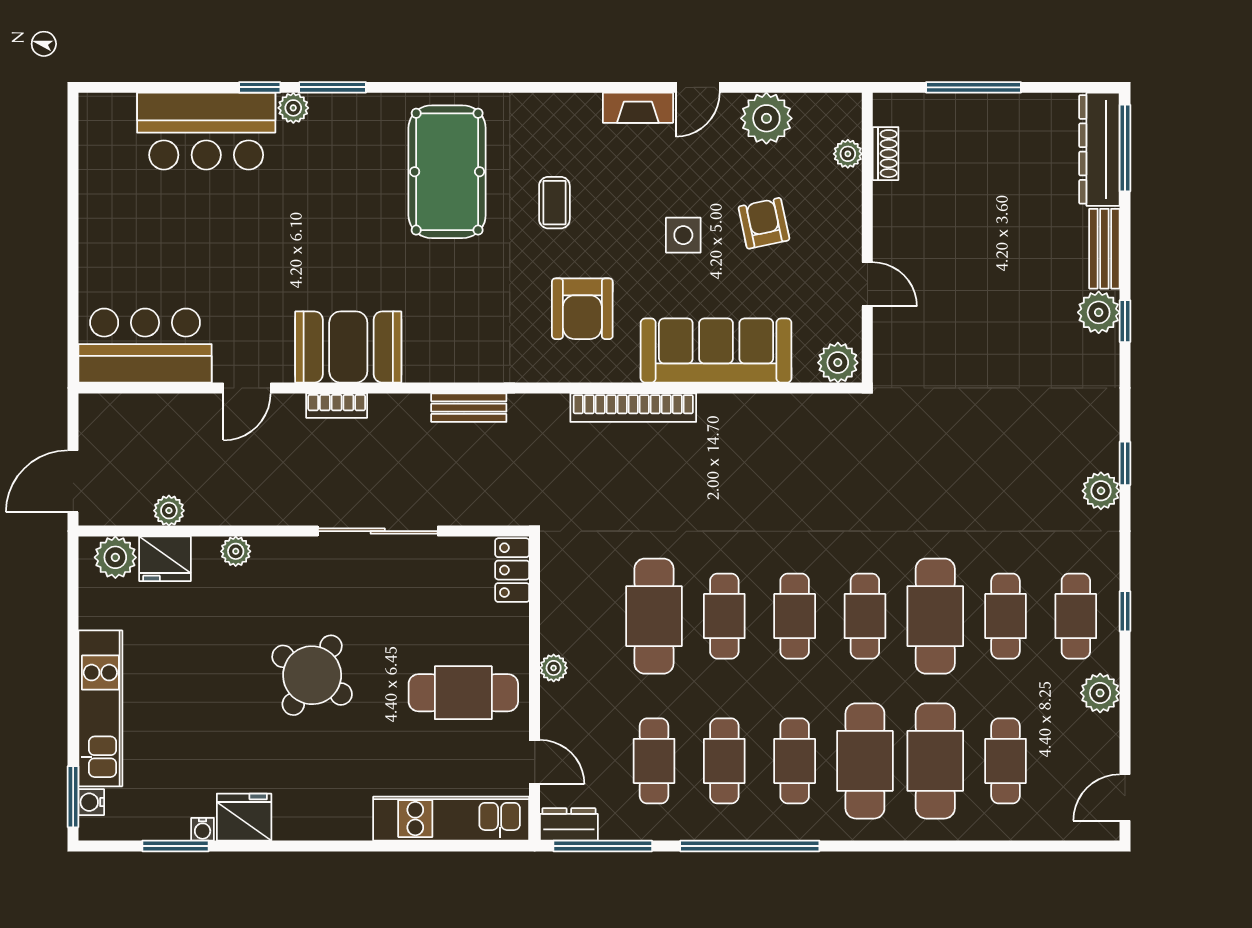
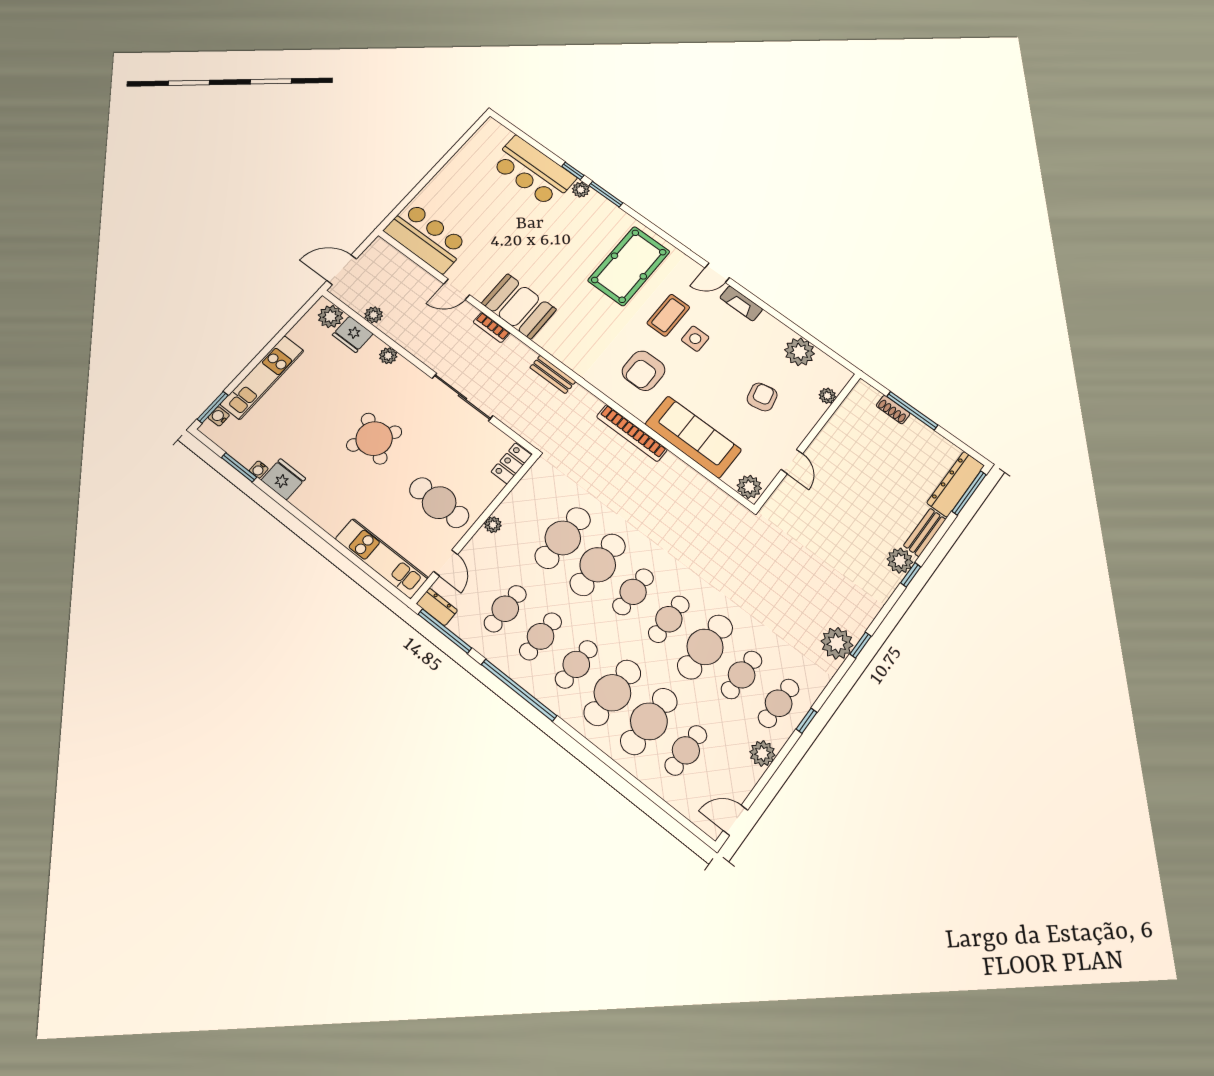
door: (698, 87) -> (717, 273), moved
shoe rack: (886, 154) -> (893, 410), moved, turned 90
coffee table: (554, 203) -> (668, 315), width x1.36, depth x1.30
side table: (683, 235) -> (695, 339), moved
plant: (1101, 491) -> (837, 643), width x1.36, depth x1.36
cafe table: (724, 616) -> (598, 565), width x1.37, depth x1.35

